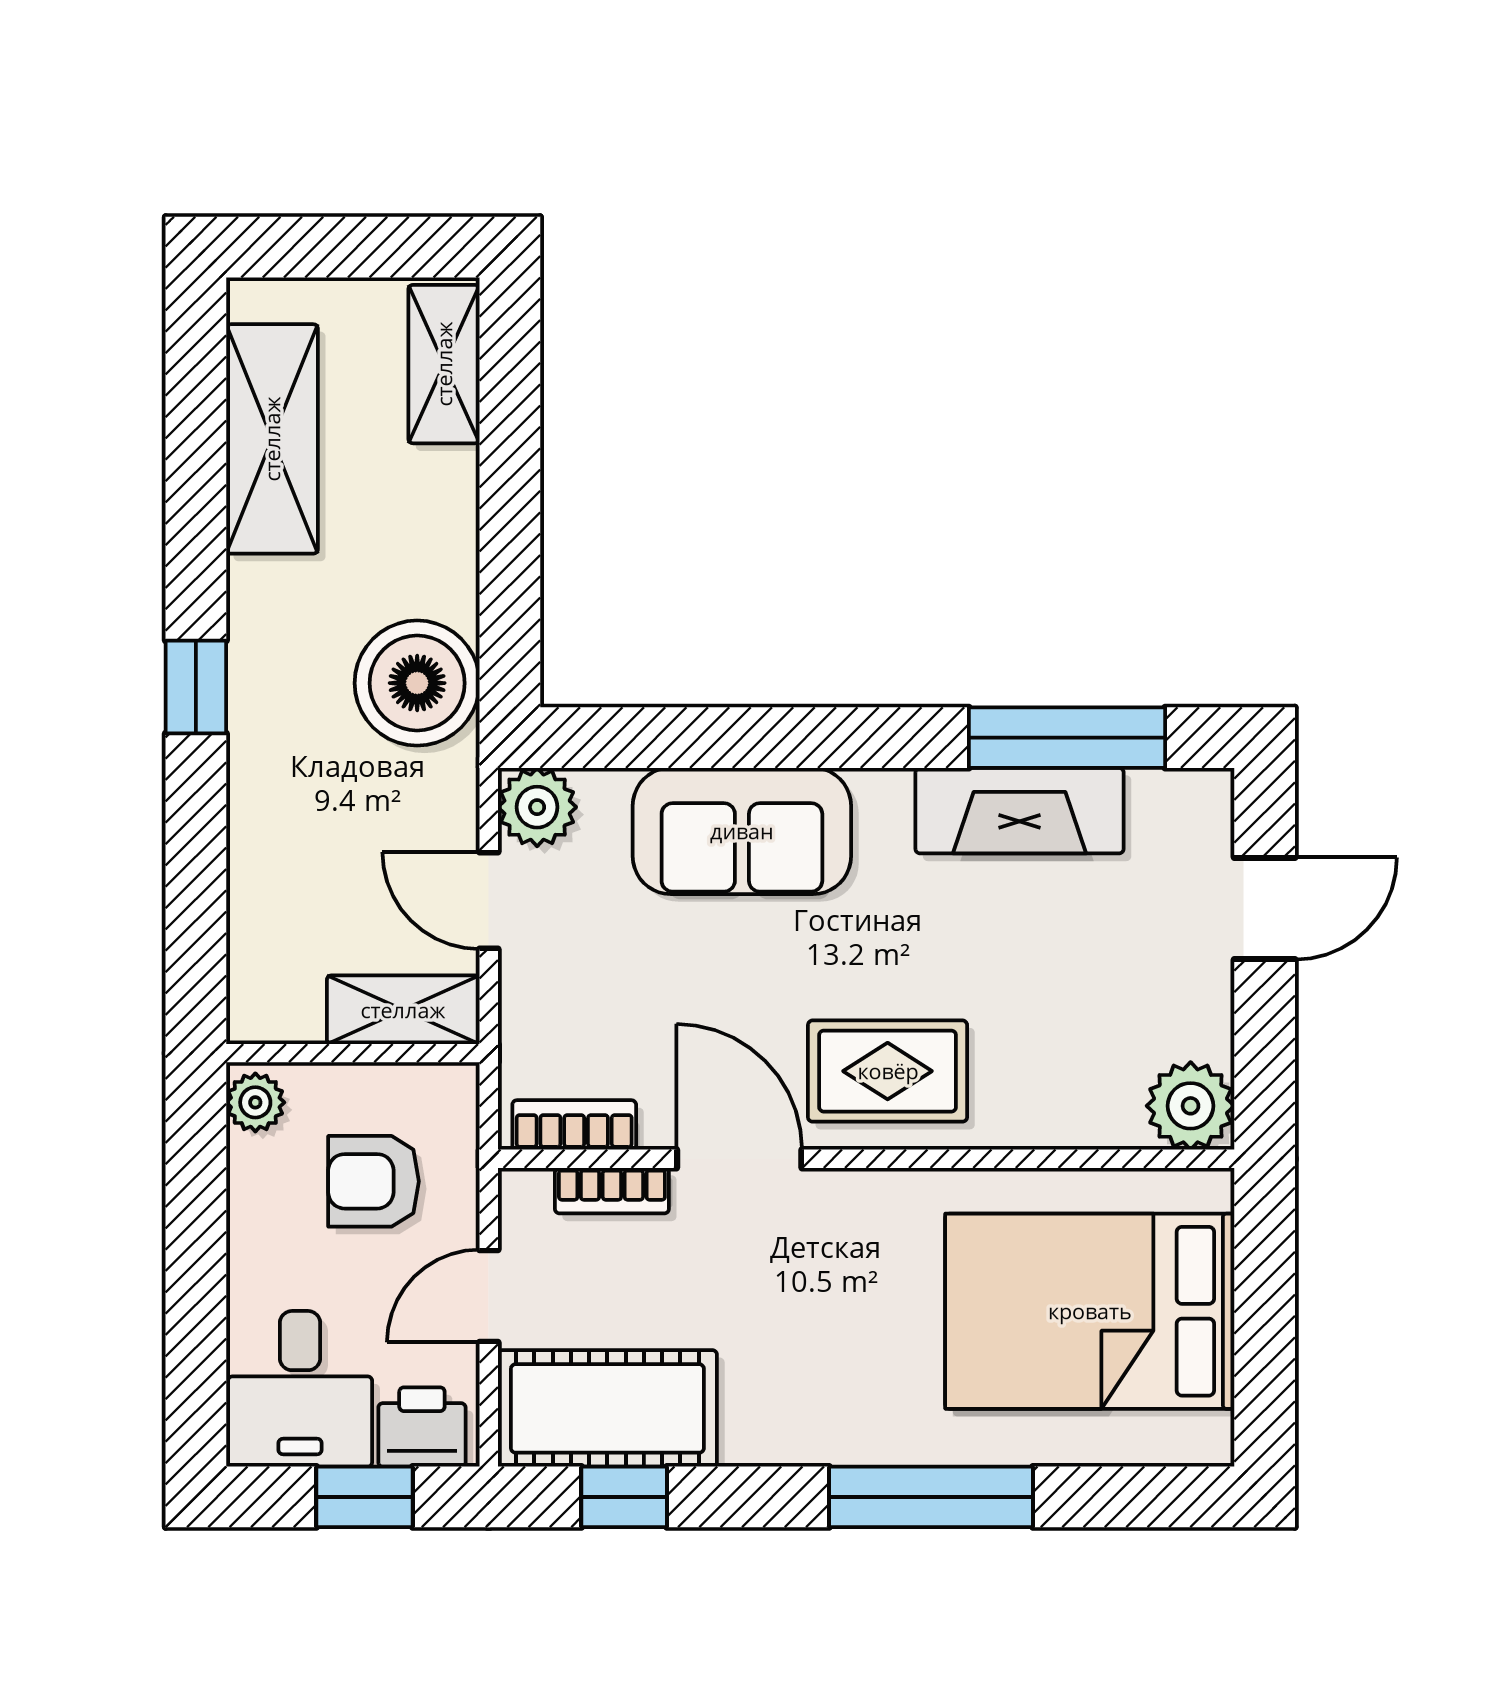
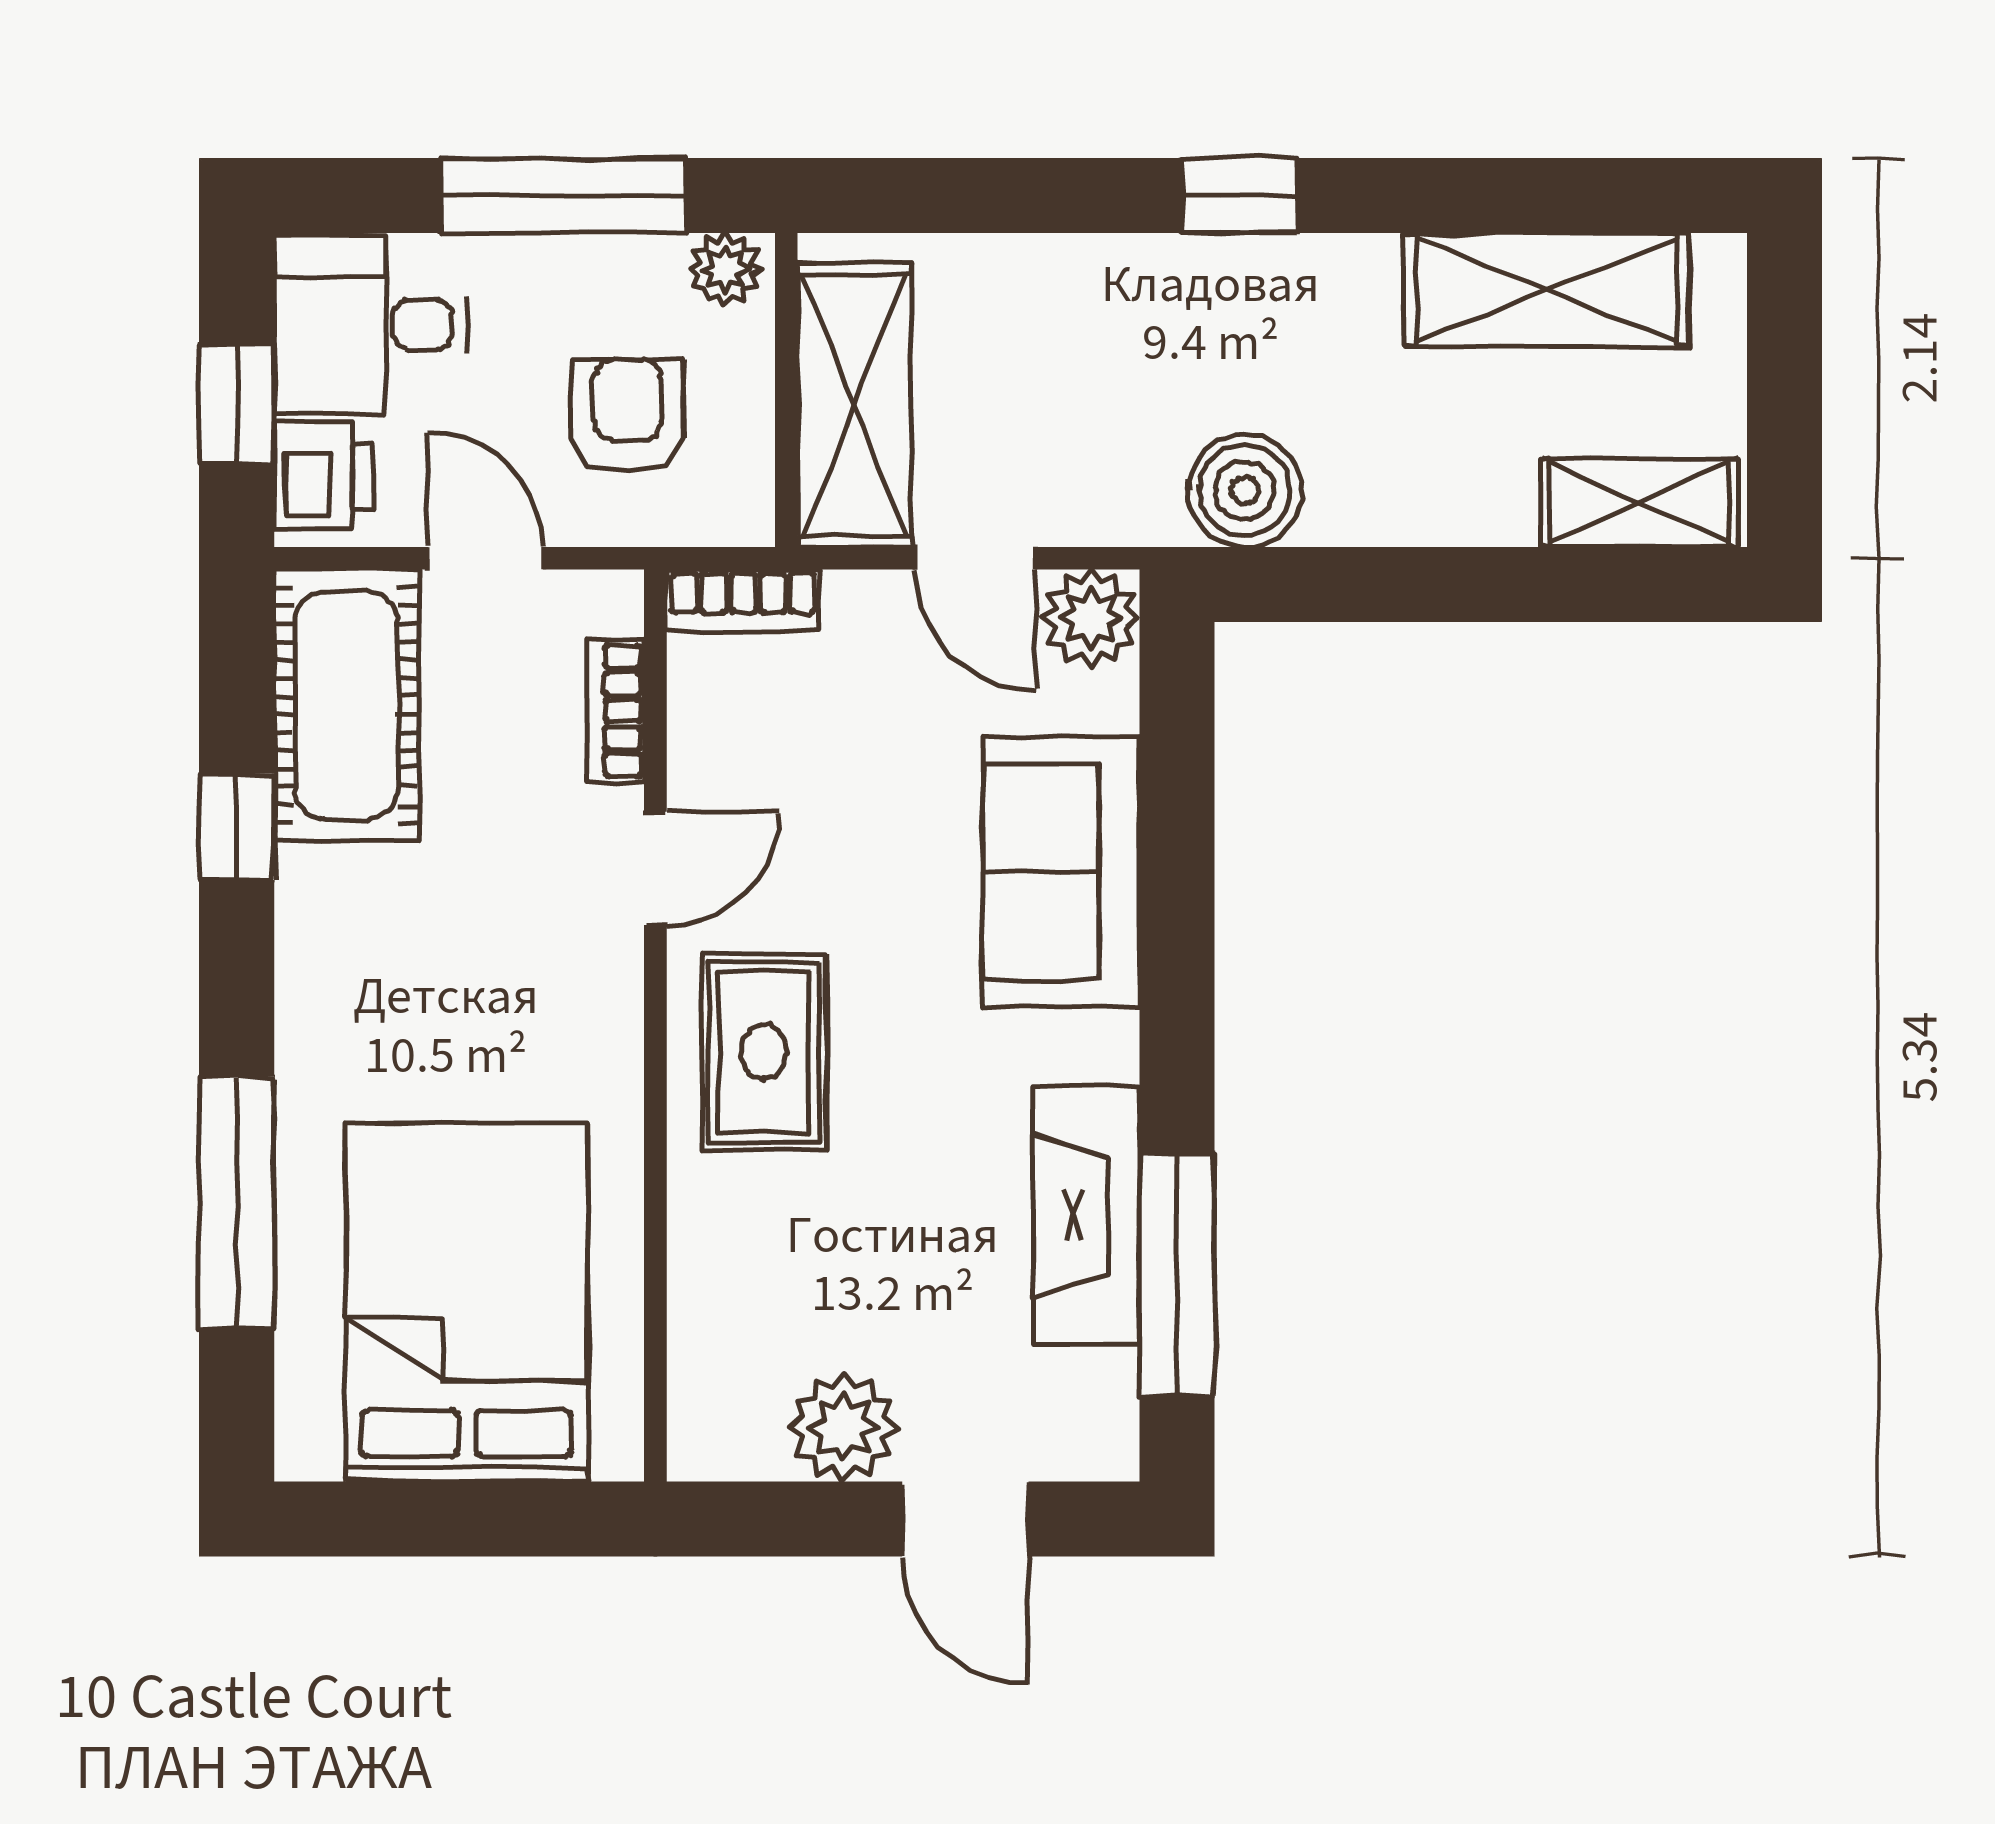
boiler: (417, 683) -> (1245, 490), width x0.73, depth x0.73
door: (489, 900) -> (975, 558), swing flipped
shelving: (403, 1010) -> (854, 405), width x1.50, depth x1.33
plant: (1191, 1106) -> (843, 1427), moved
bookcase: (574, 1125) -> (743, 600), moved, turned 90
door: (739, 1159) -> (655, 868), width x0.73
window: (196, 1233) -> (564, 196), added
window: (624, 1497) -> (237, 827), moved
window: (931, 1497) -> (237, 1203), moved

